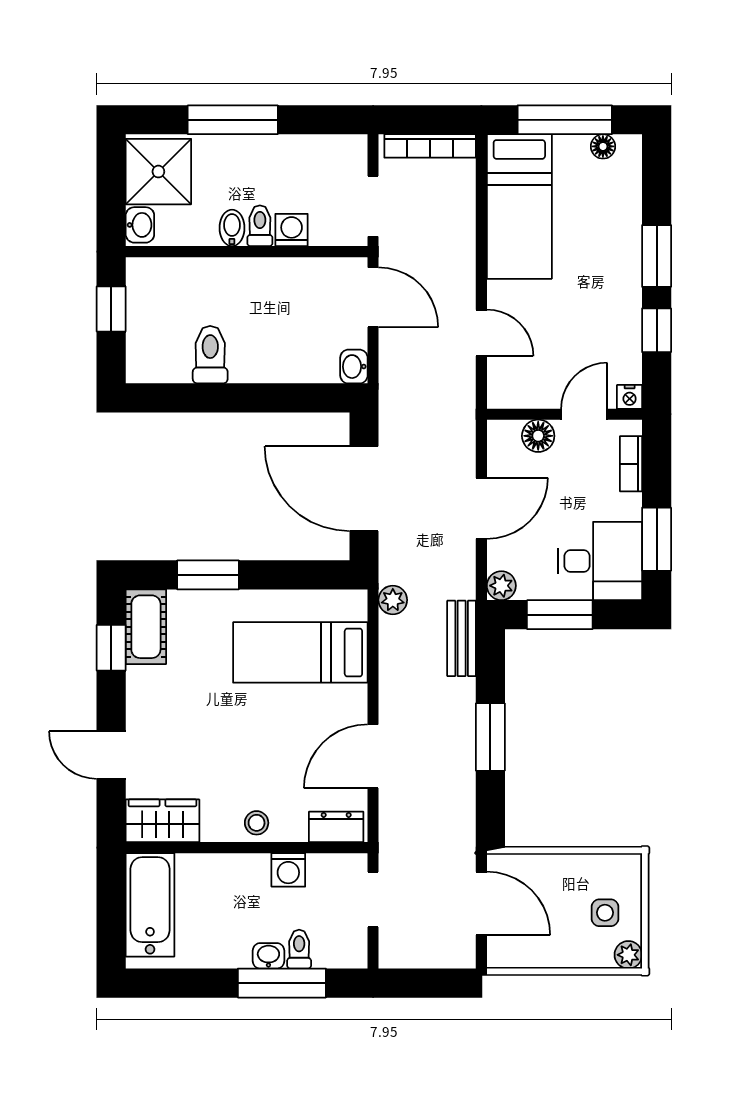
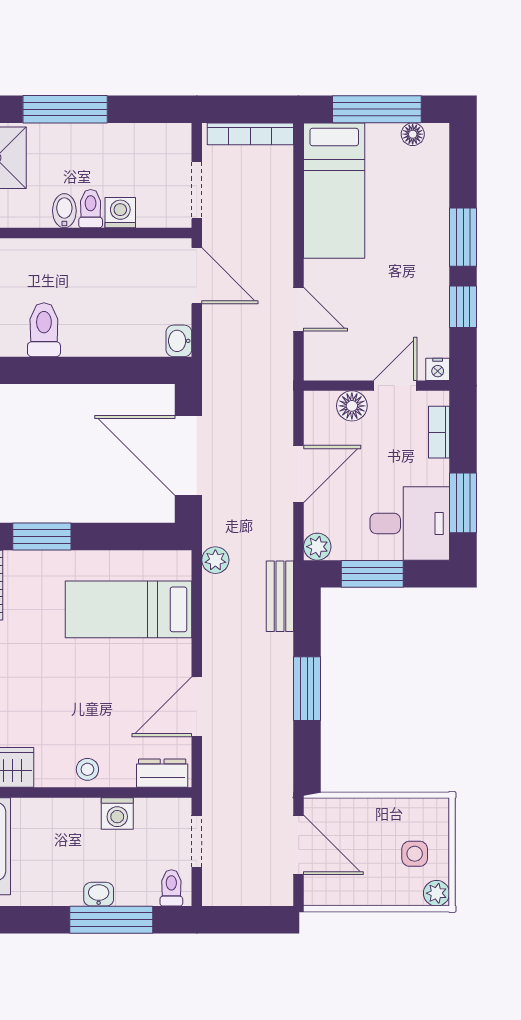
toilet: (299, 949) -> (171, 888), moved

